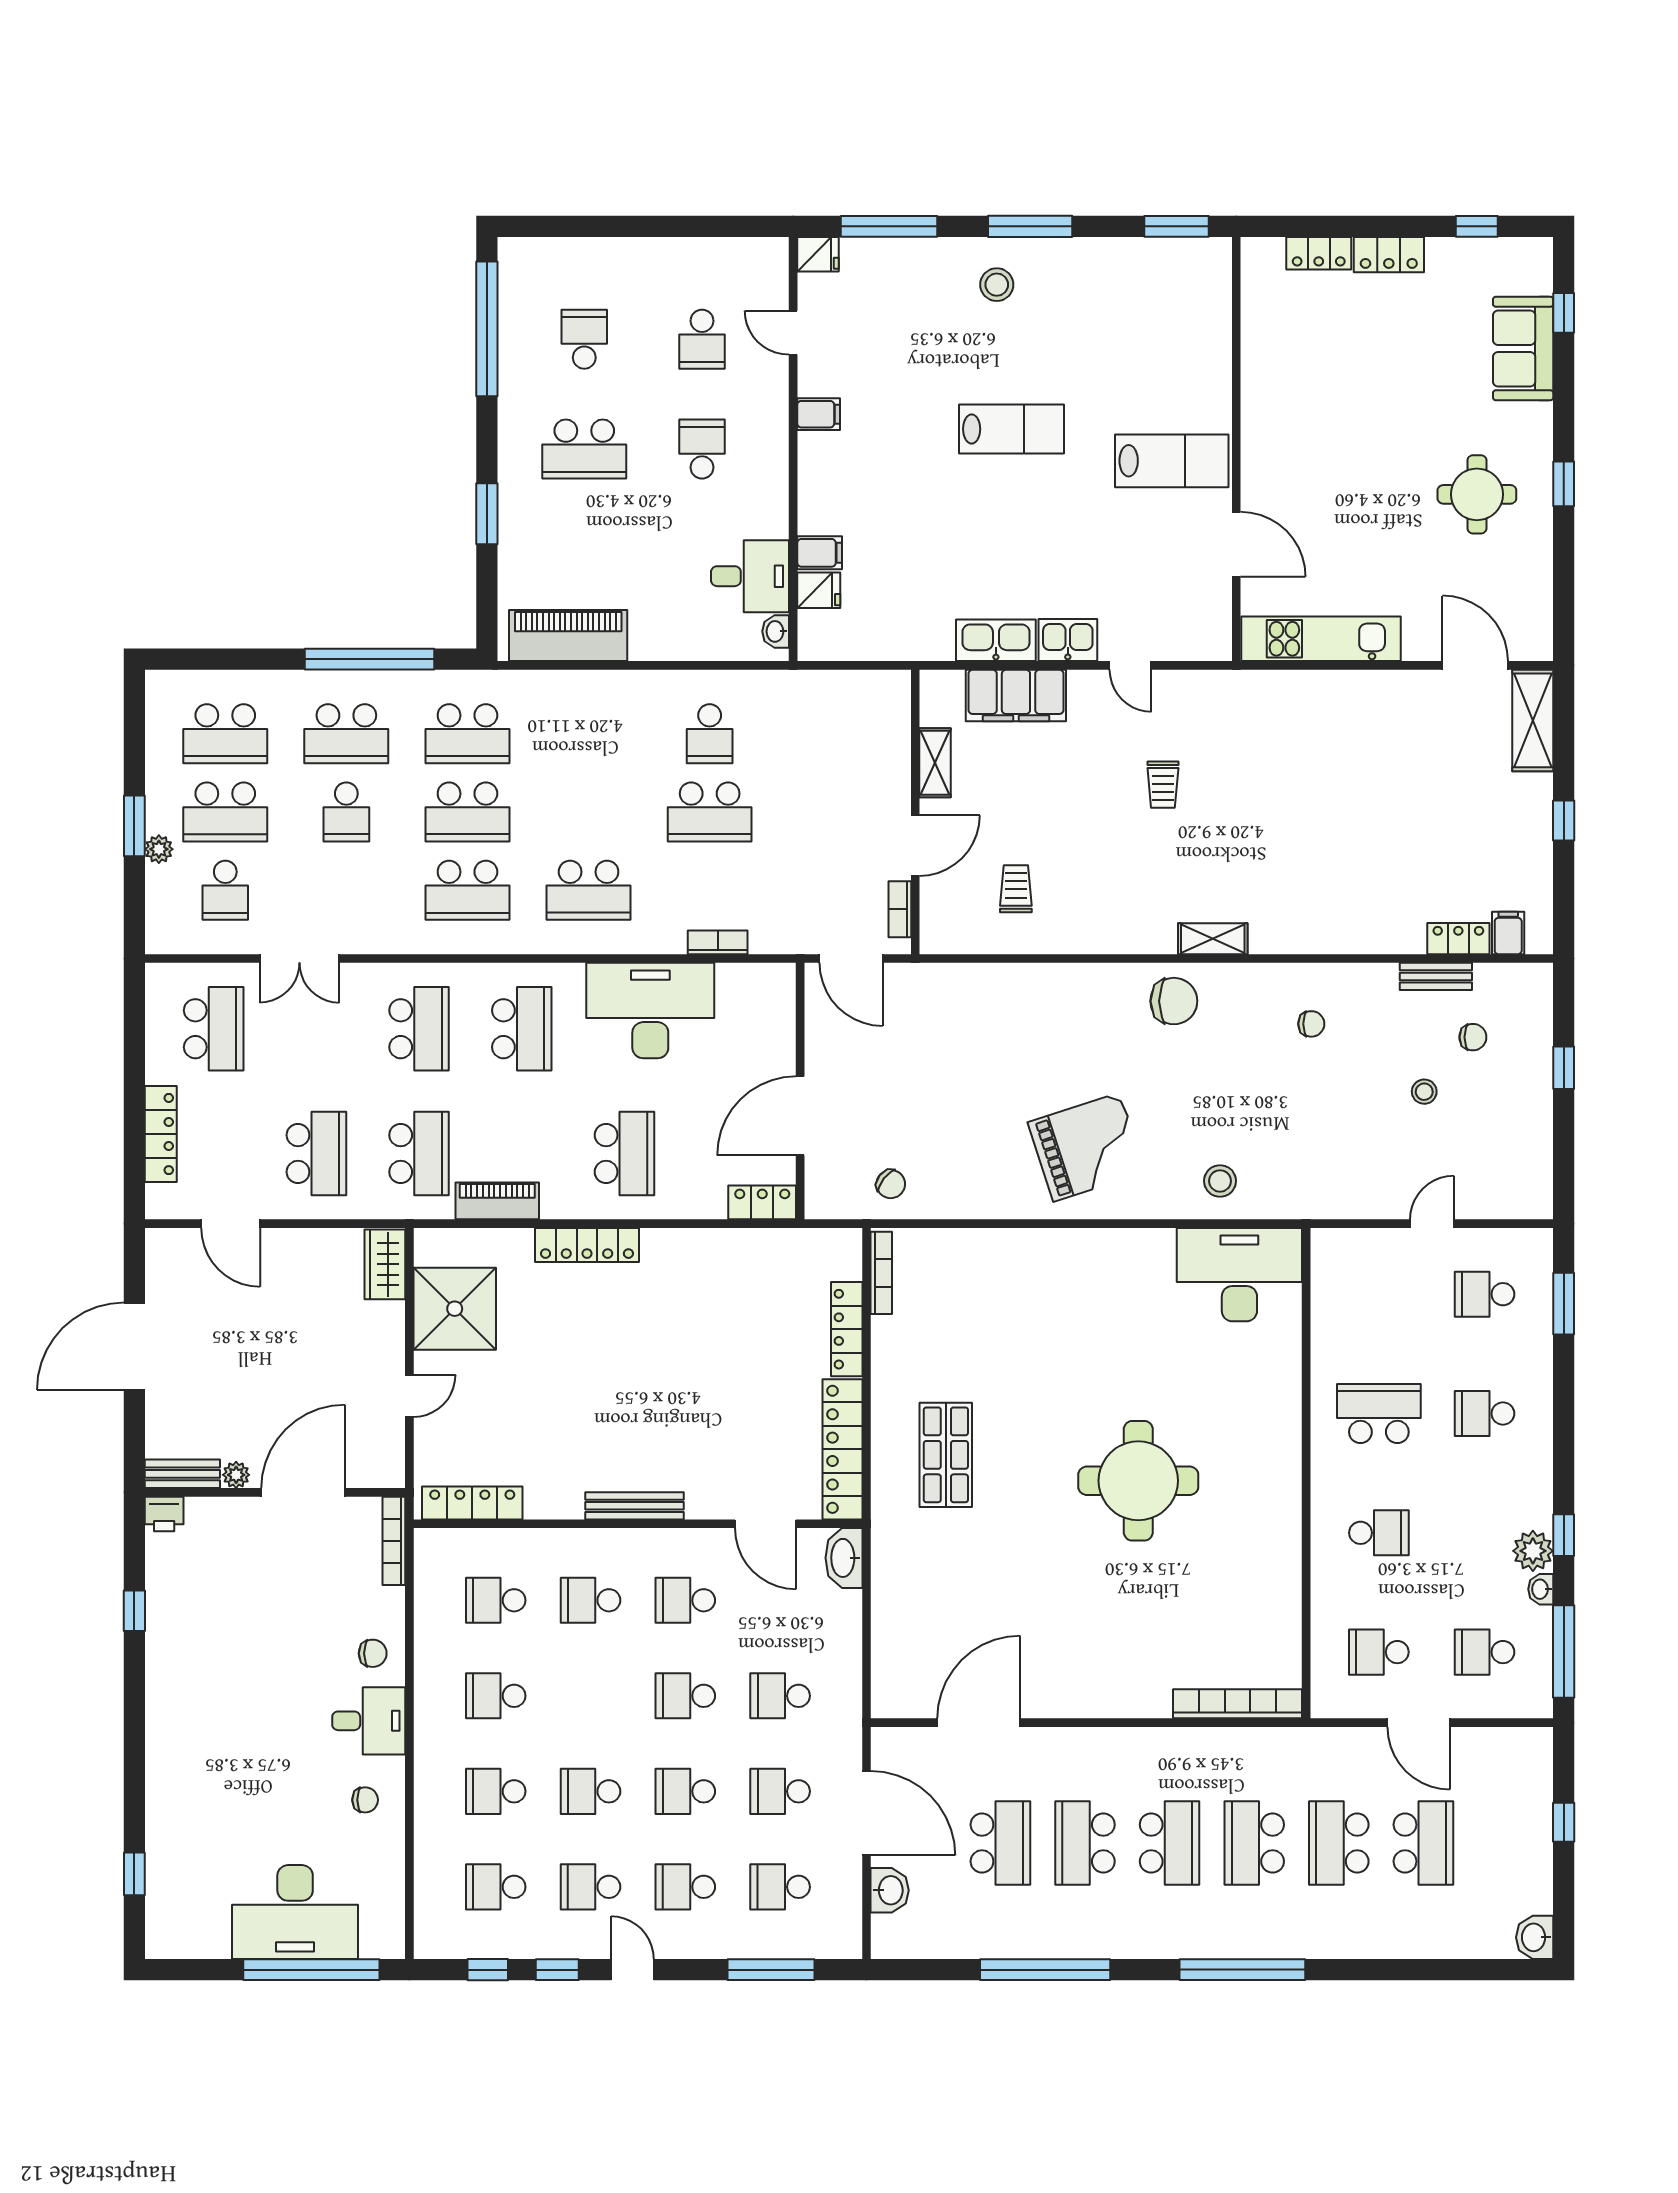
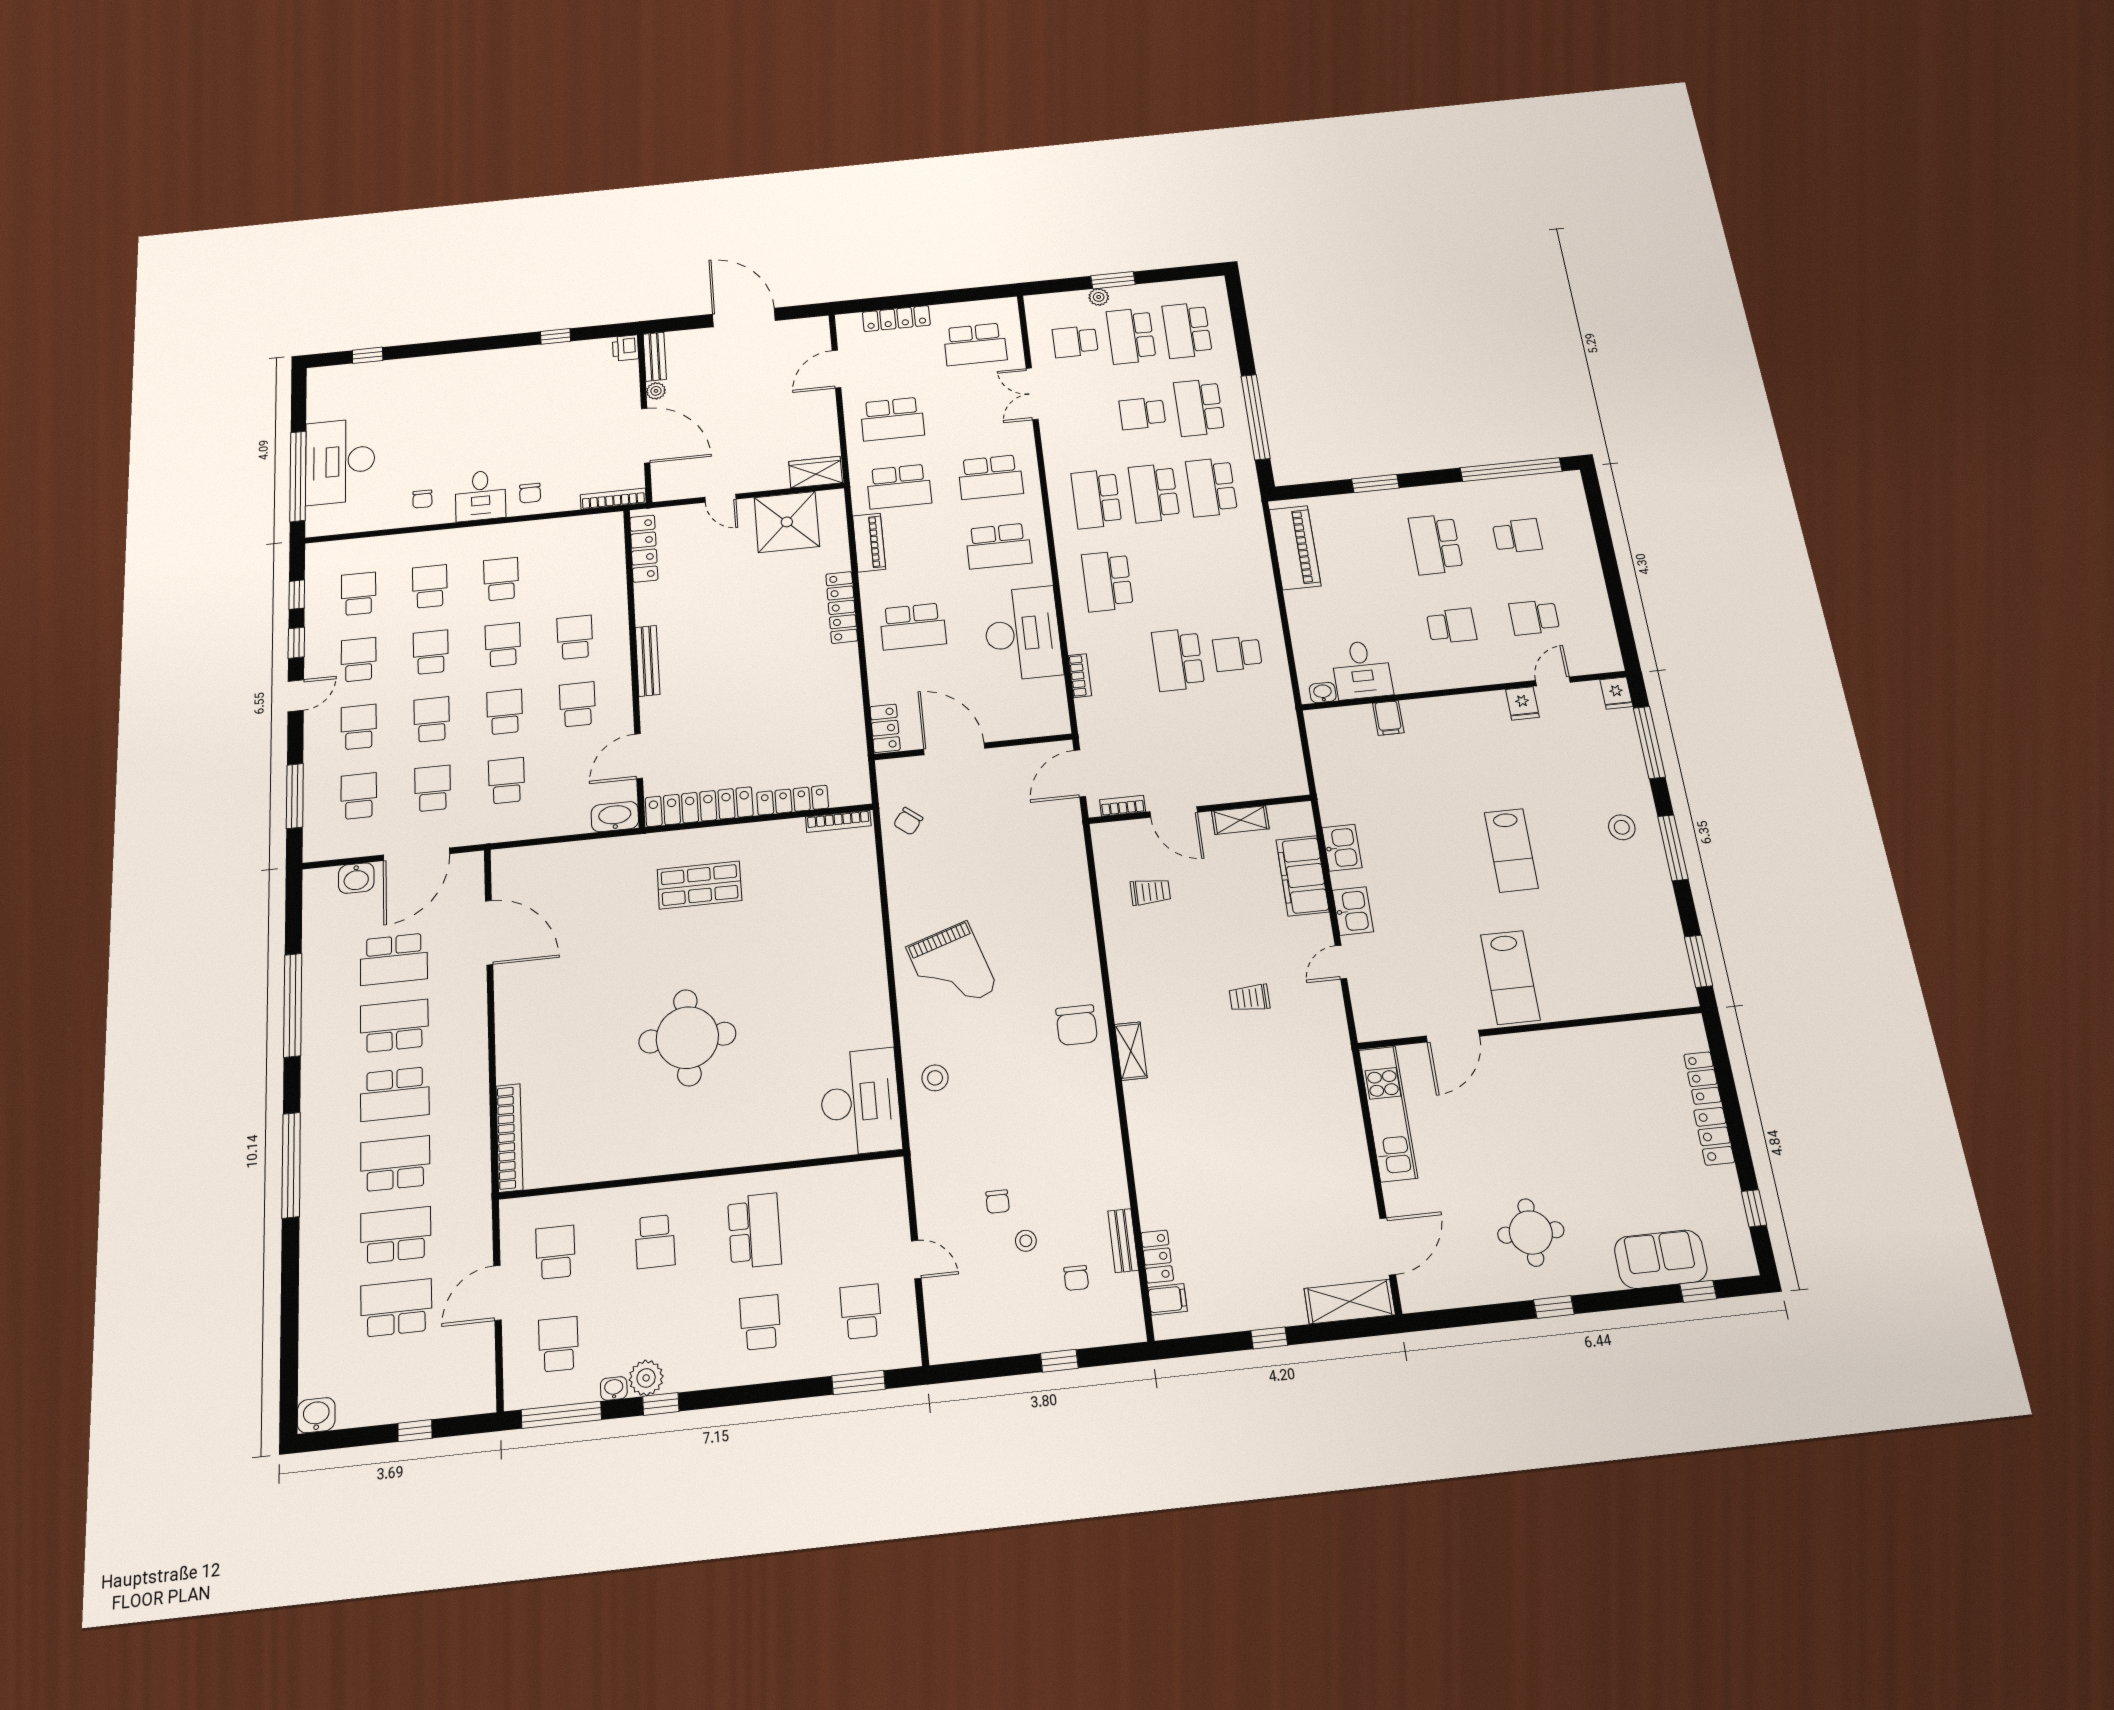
filing cabinet: (819, 414) -> (1494, 706), removed
fridge: (819, 590) -> (1522, 703), moved
kitchen sink: (996, 640) -> (1342, 848), width x0.73
chair: (1311, 1024) -> (998, 1202), moved
school desk: (496, 1600) -> (503, 645), moved
school desk: (1423, 1843) -> (396, 1308), turned 180

